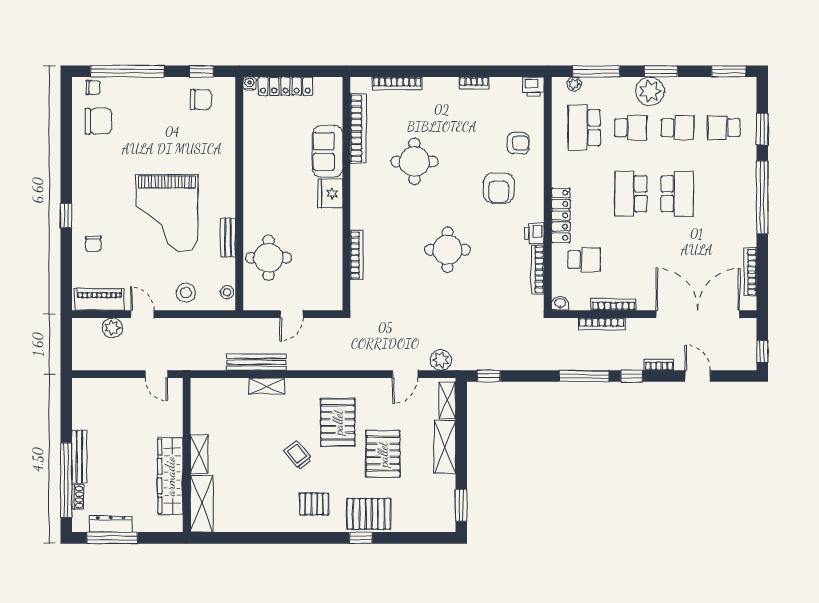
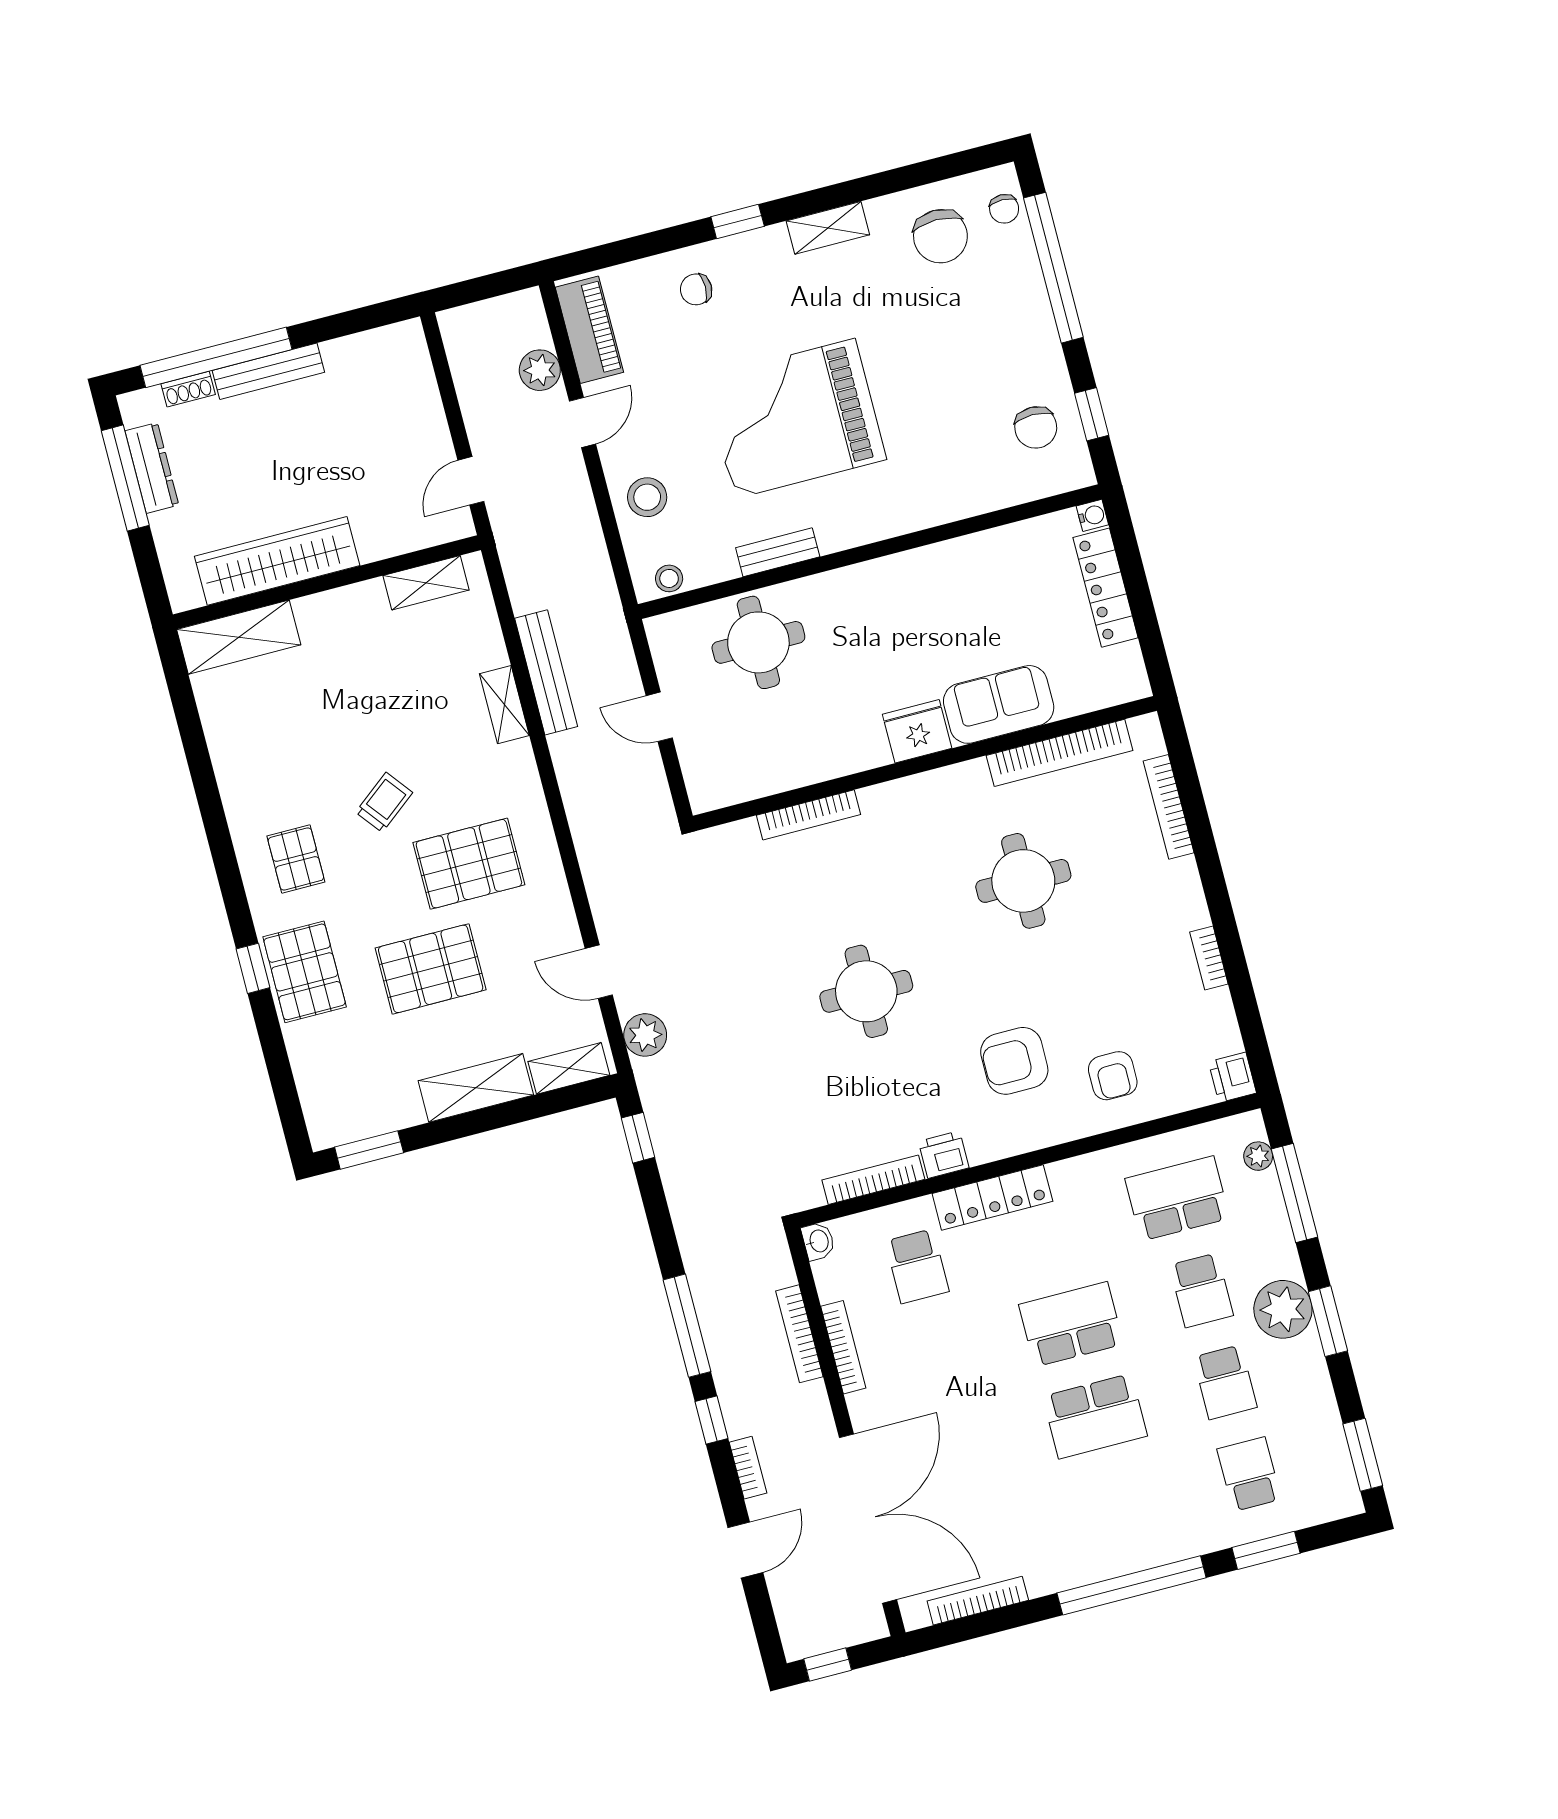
shelving: (80, 174) -> (828, 228), added
shelving: (199, 454) -> (426, 583), moved

